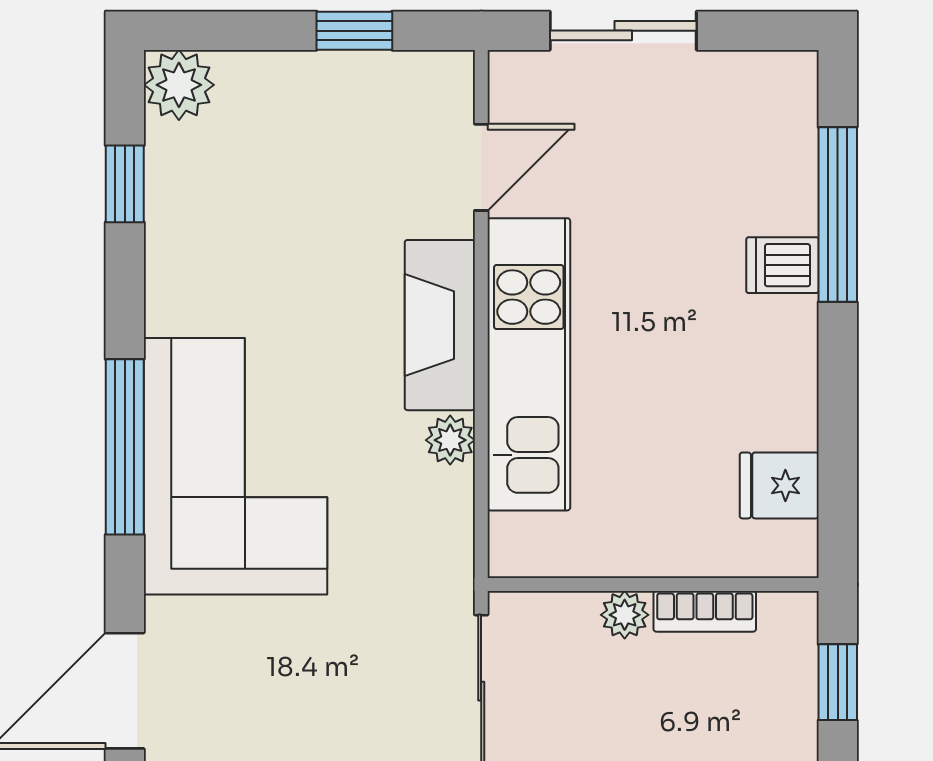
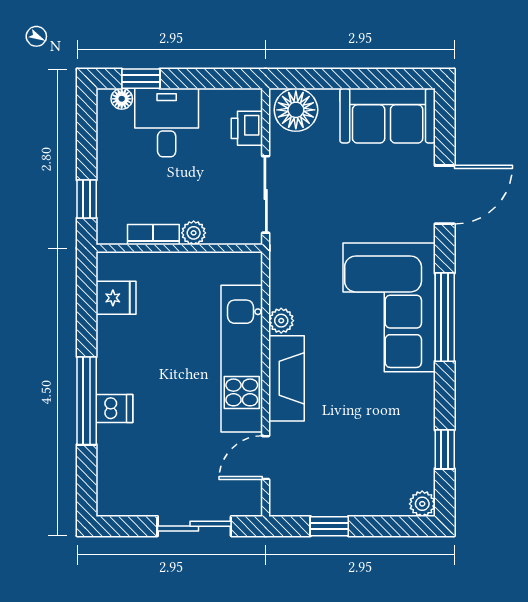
plant: (179, 85) -> (422, 504), width x0.73, depth x0.73
window: (838, 215) -> (87, 401), moved

